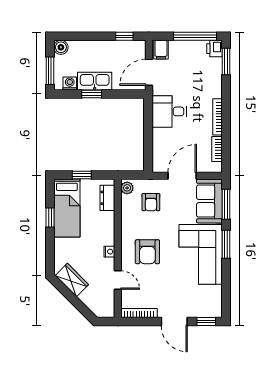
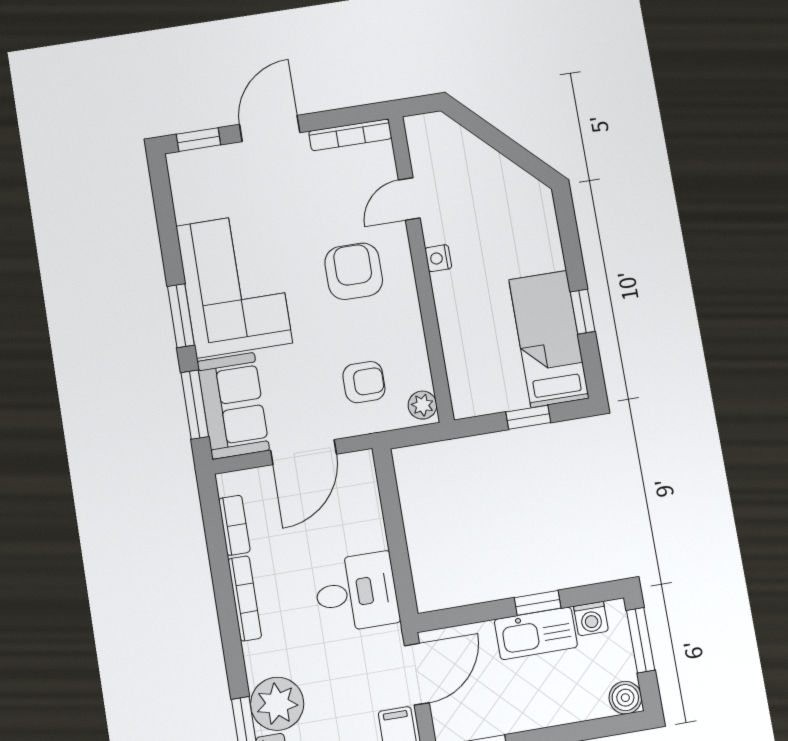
plant: (211, 70) -> (277, 704), added
dresser: (107, 198) -> (463, 376), removed
armchair: (151, 202) -> (364, 382), turned 90
wardrobe: (72, 280) -> (510, 183), removed
door: (118, 280) -> (409, 199), hinge flipped
door: (174, 322) -> (270, 128), hinge flipped

